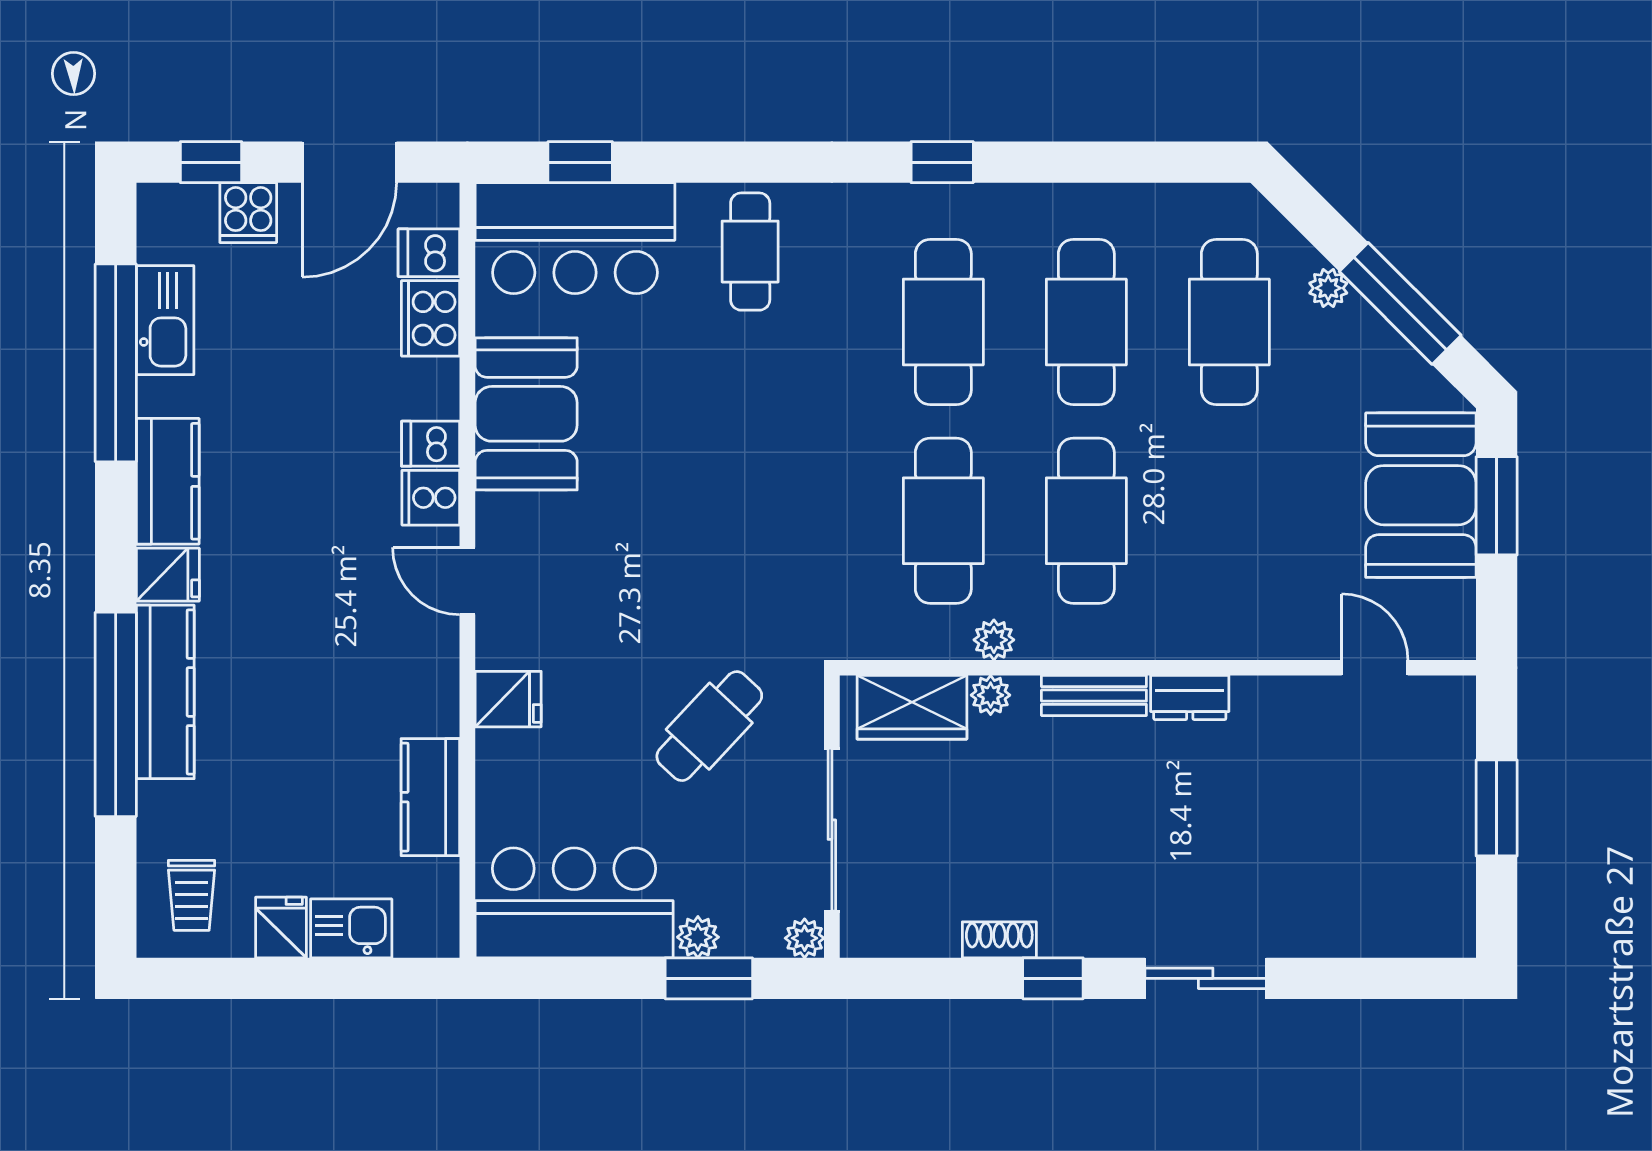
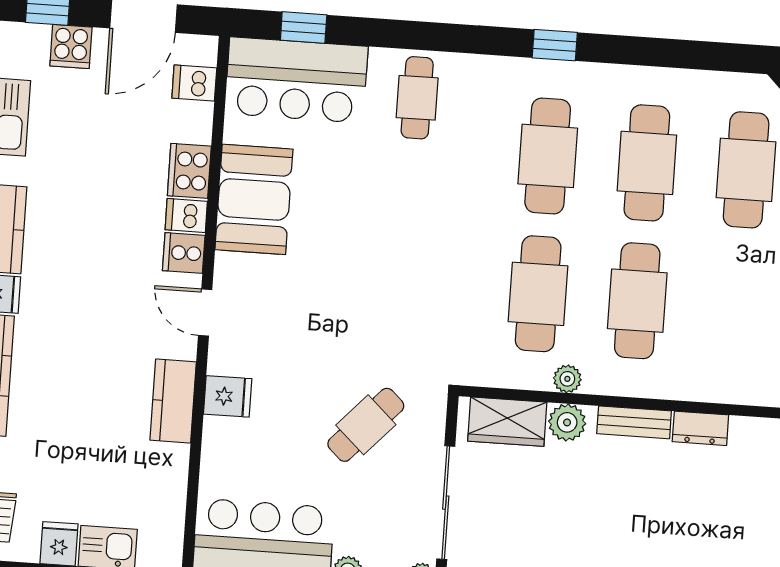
cooker: (431, 318) -> (189, 171), moved
plant: (991, 695) -> (567, 422), width x1.38, depth x1.38
kitchen counter: (430, 797) -> (173, 401), moved

